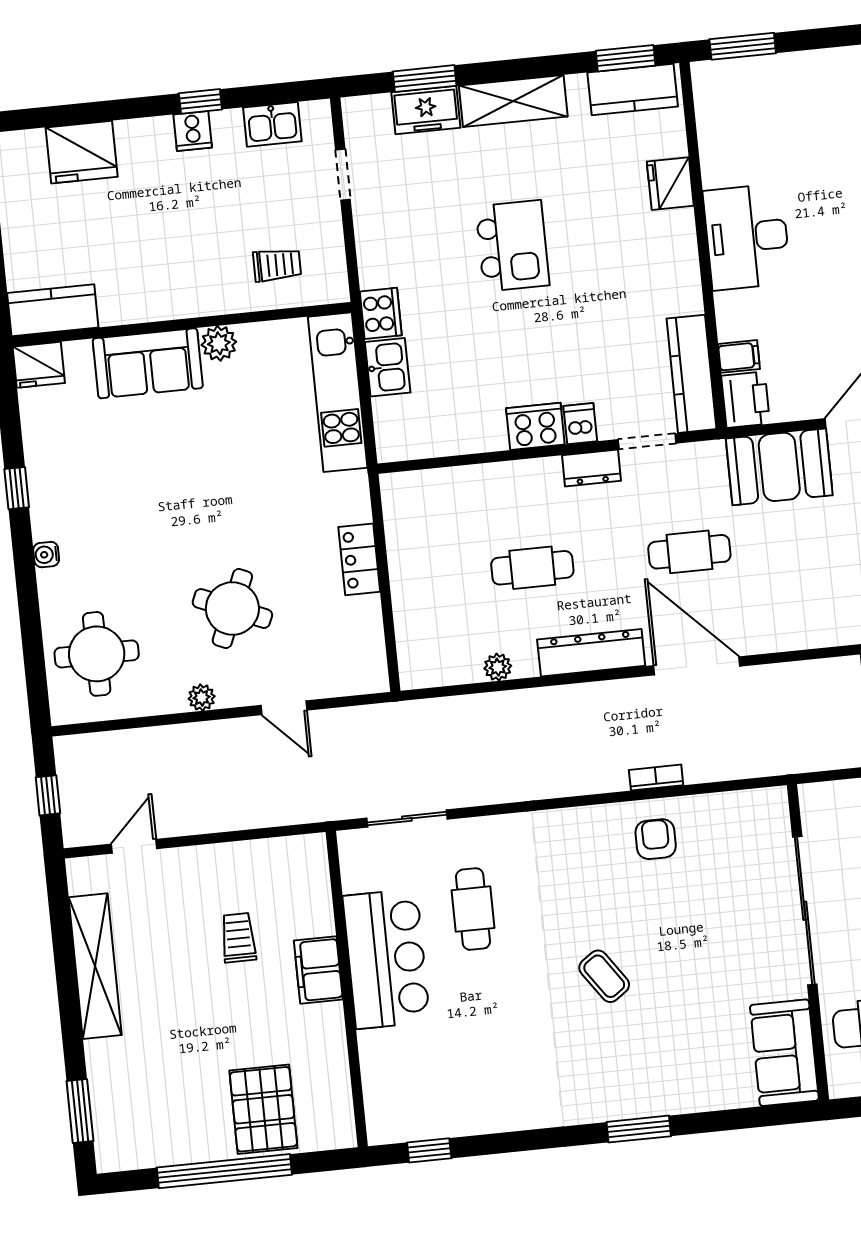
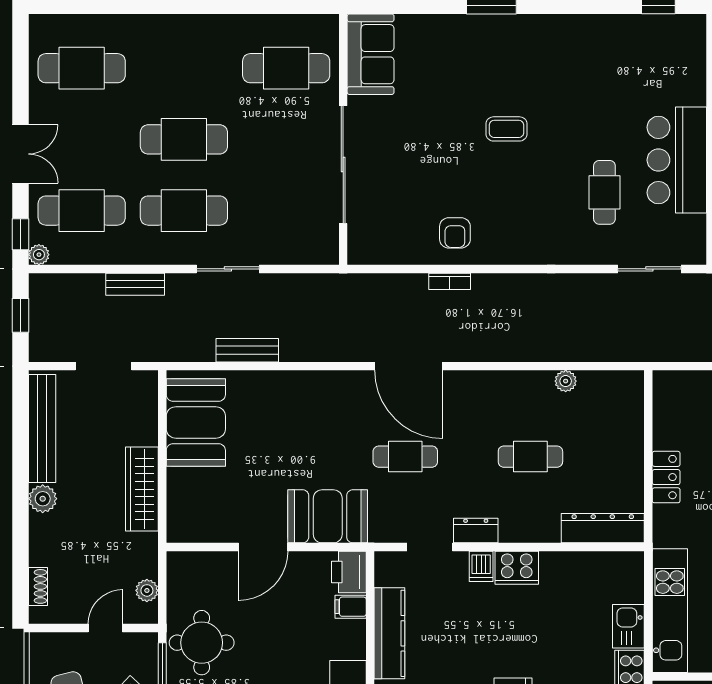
kitchen counter: (691, 374) -> (389, 633), moved
dresser: (591, 653) -> (603, 528), moved, turned 180
coffee table: (604, 976) -> (506, 129), turned -55

